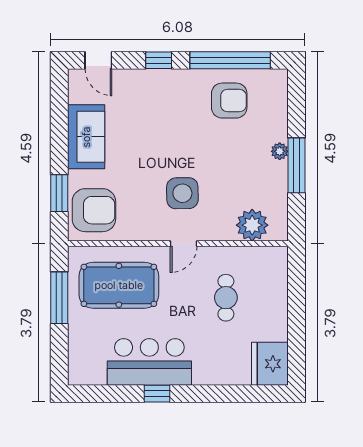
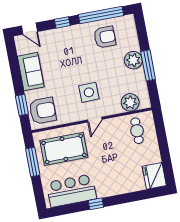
plant: (280, 151) -> (133, 60), width x1.88, depth x1.88
cafe table: (226, 298) -> (137, 131), moved
bar counter: (149, 362) -> (71, 191), moved

